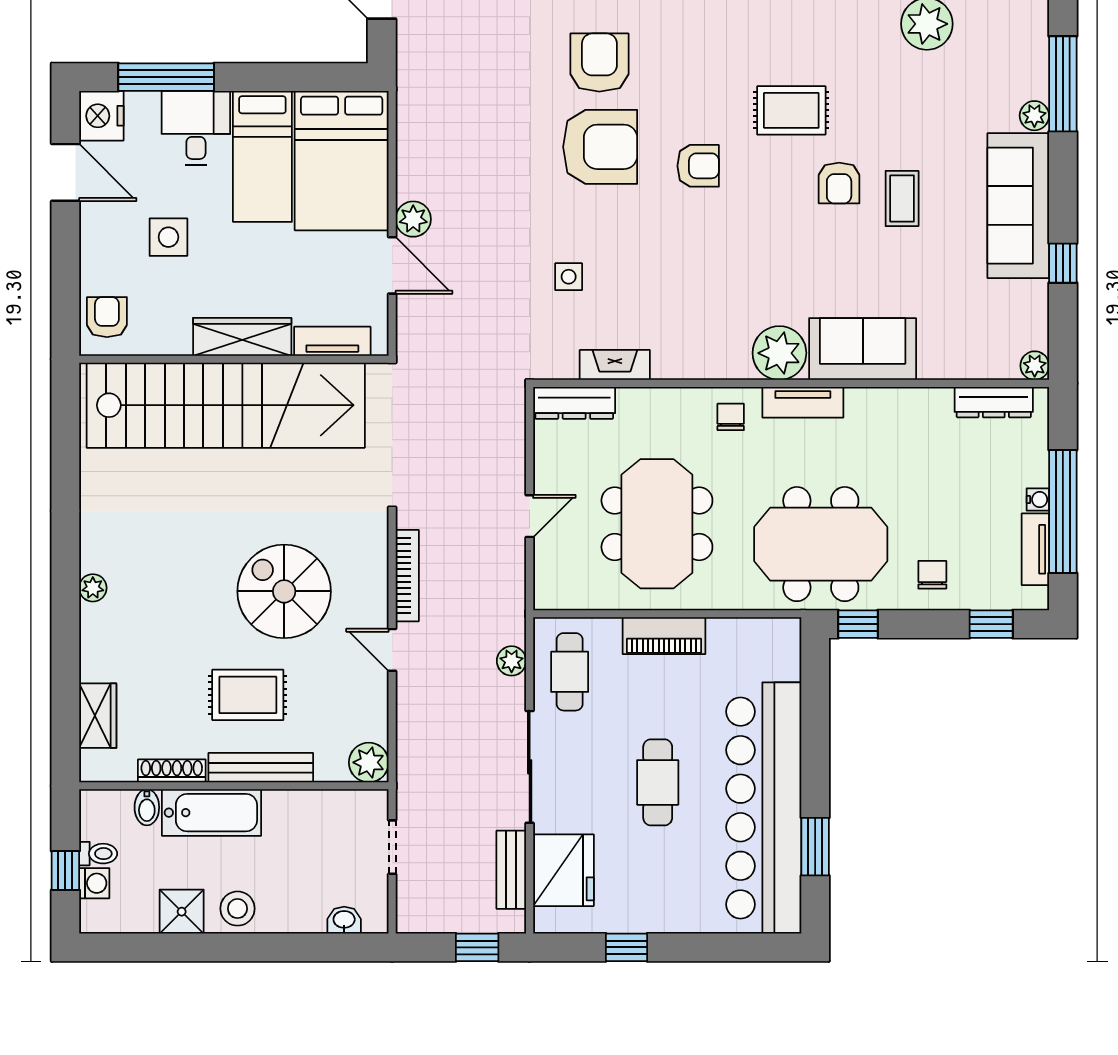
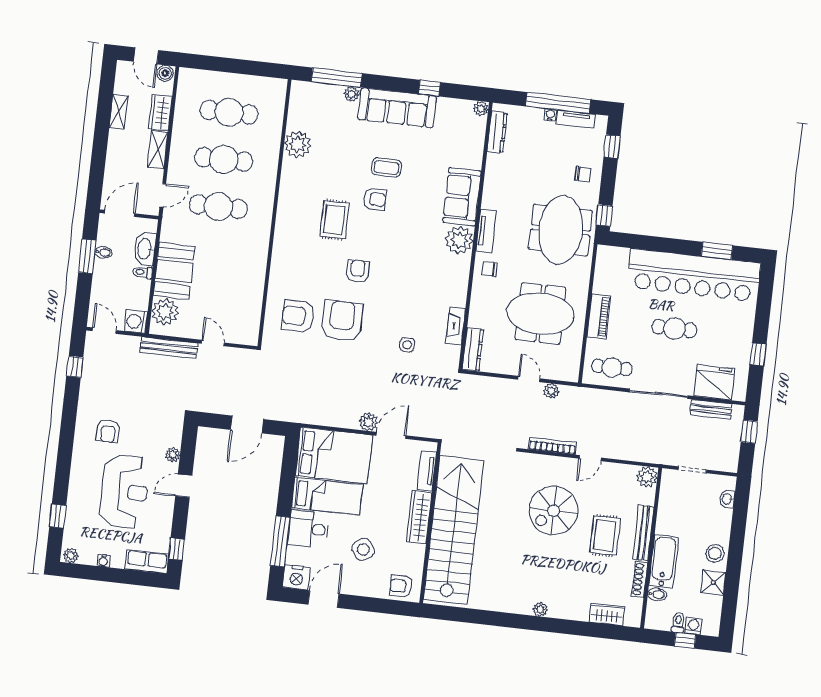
side table: (168, 237) -> (363, 550), turned -35
chair: (932, 575) -> (583, 174), turned 180
plant: (512, 661) -> (551, 391), moved

